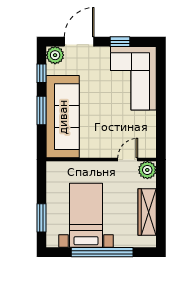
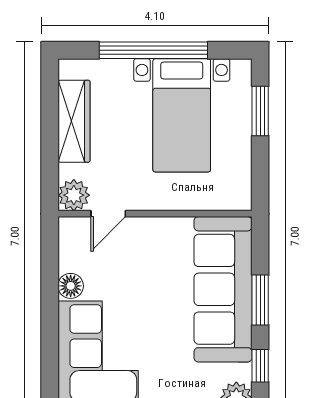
floor lamp: (149, 118) -> (71, 286), added

